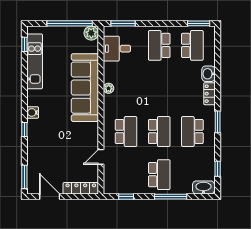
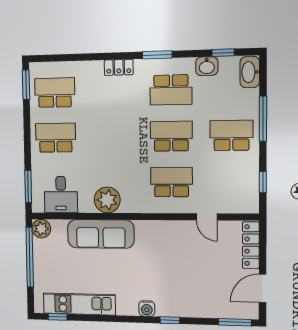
school desk: (159, 45) -> (56, 138), turned 180
washbasin: (208, 74) -> (207, 66), moved
sofa: (85, 88) -> (101, 234), width x0.74, depth x0.79
plant: (109, 88) -> (107, 200), width x1.87, depth x1.87

